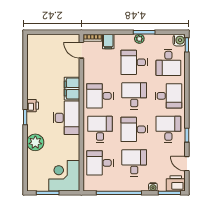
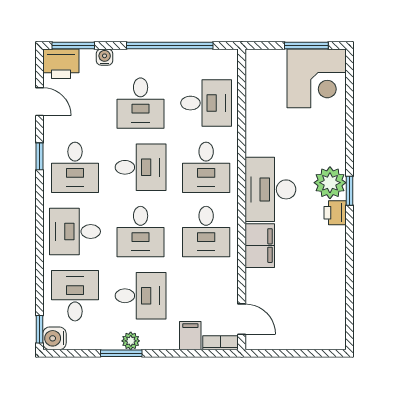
desk: (100, 96) -> (206, 232), turned 90
plant: (35, 142) -> (330, 183), moved
corner desk: (64, 176) -> (317, 78), moved

